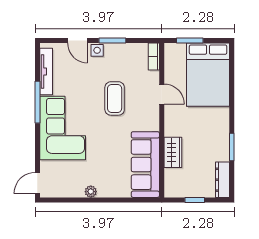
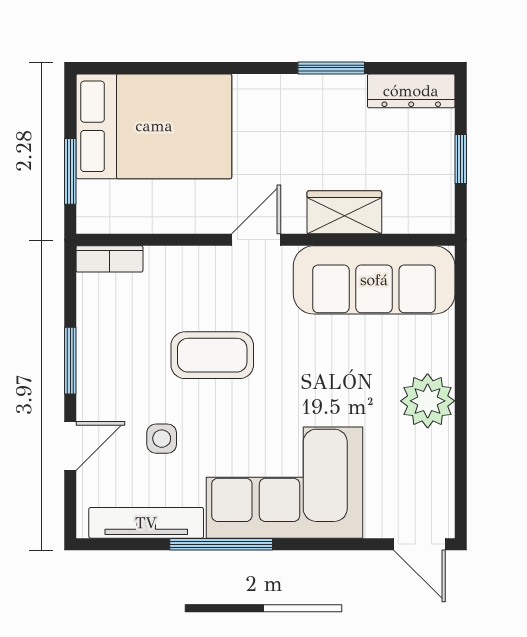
side table: (97, 50) -> (162, 439), moved
door: (162, 94) -> (256, 240), moved
plant: (91, 192) -> (428, 401), width x1.88, depth x1.88

